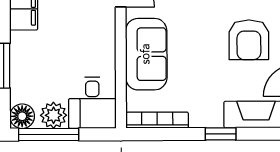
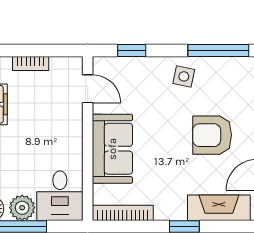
armchair: (249, 40) -> (212, 135), turned 90

